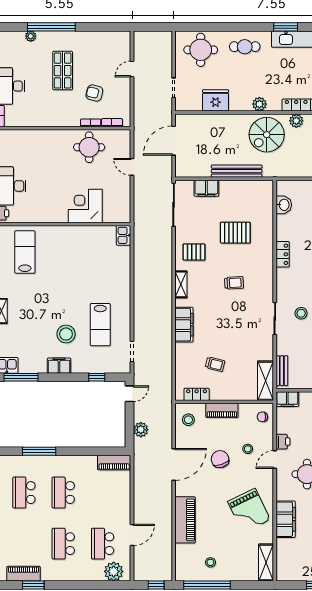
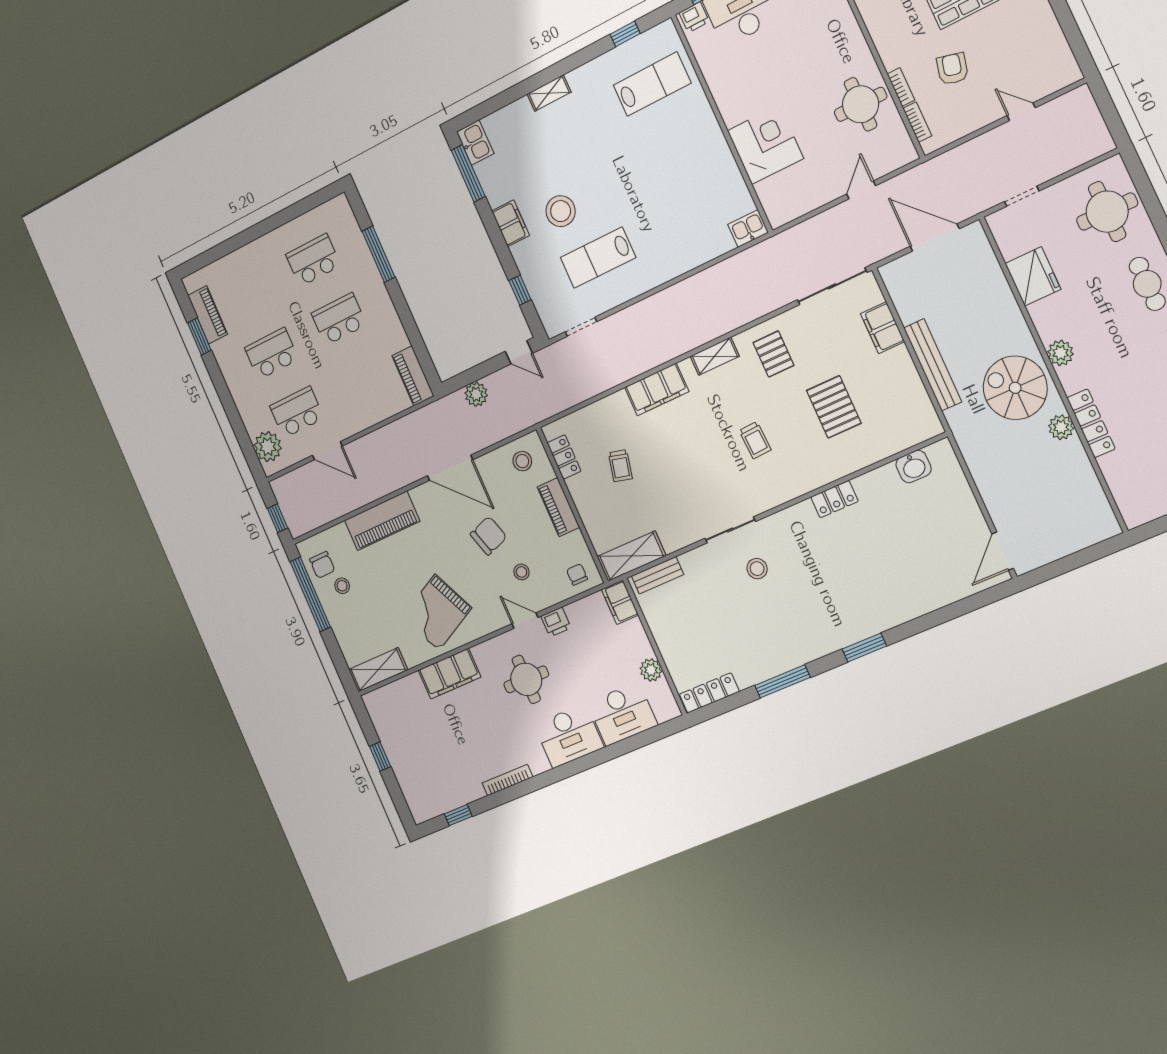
chair: (194, 569) -> (322, 565), added

